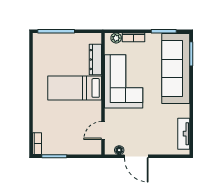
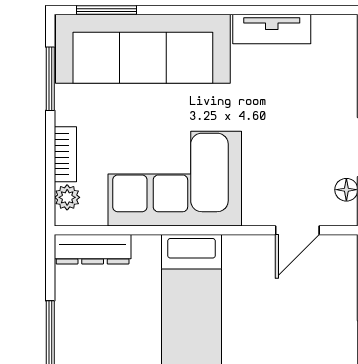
dresser: (95, 60) -> (93, 249), moved
door: (103, 130) -> (297, 230), hinge flipped
tv unit: (184, 134) -> (272, 29), moved

